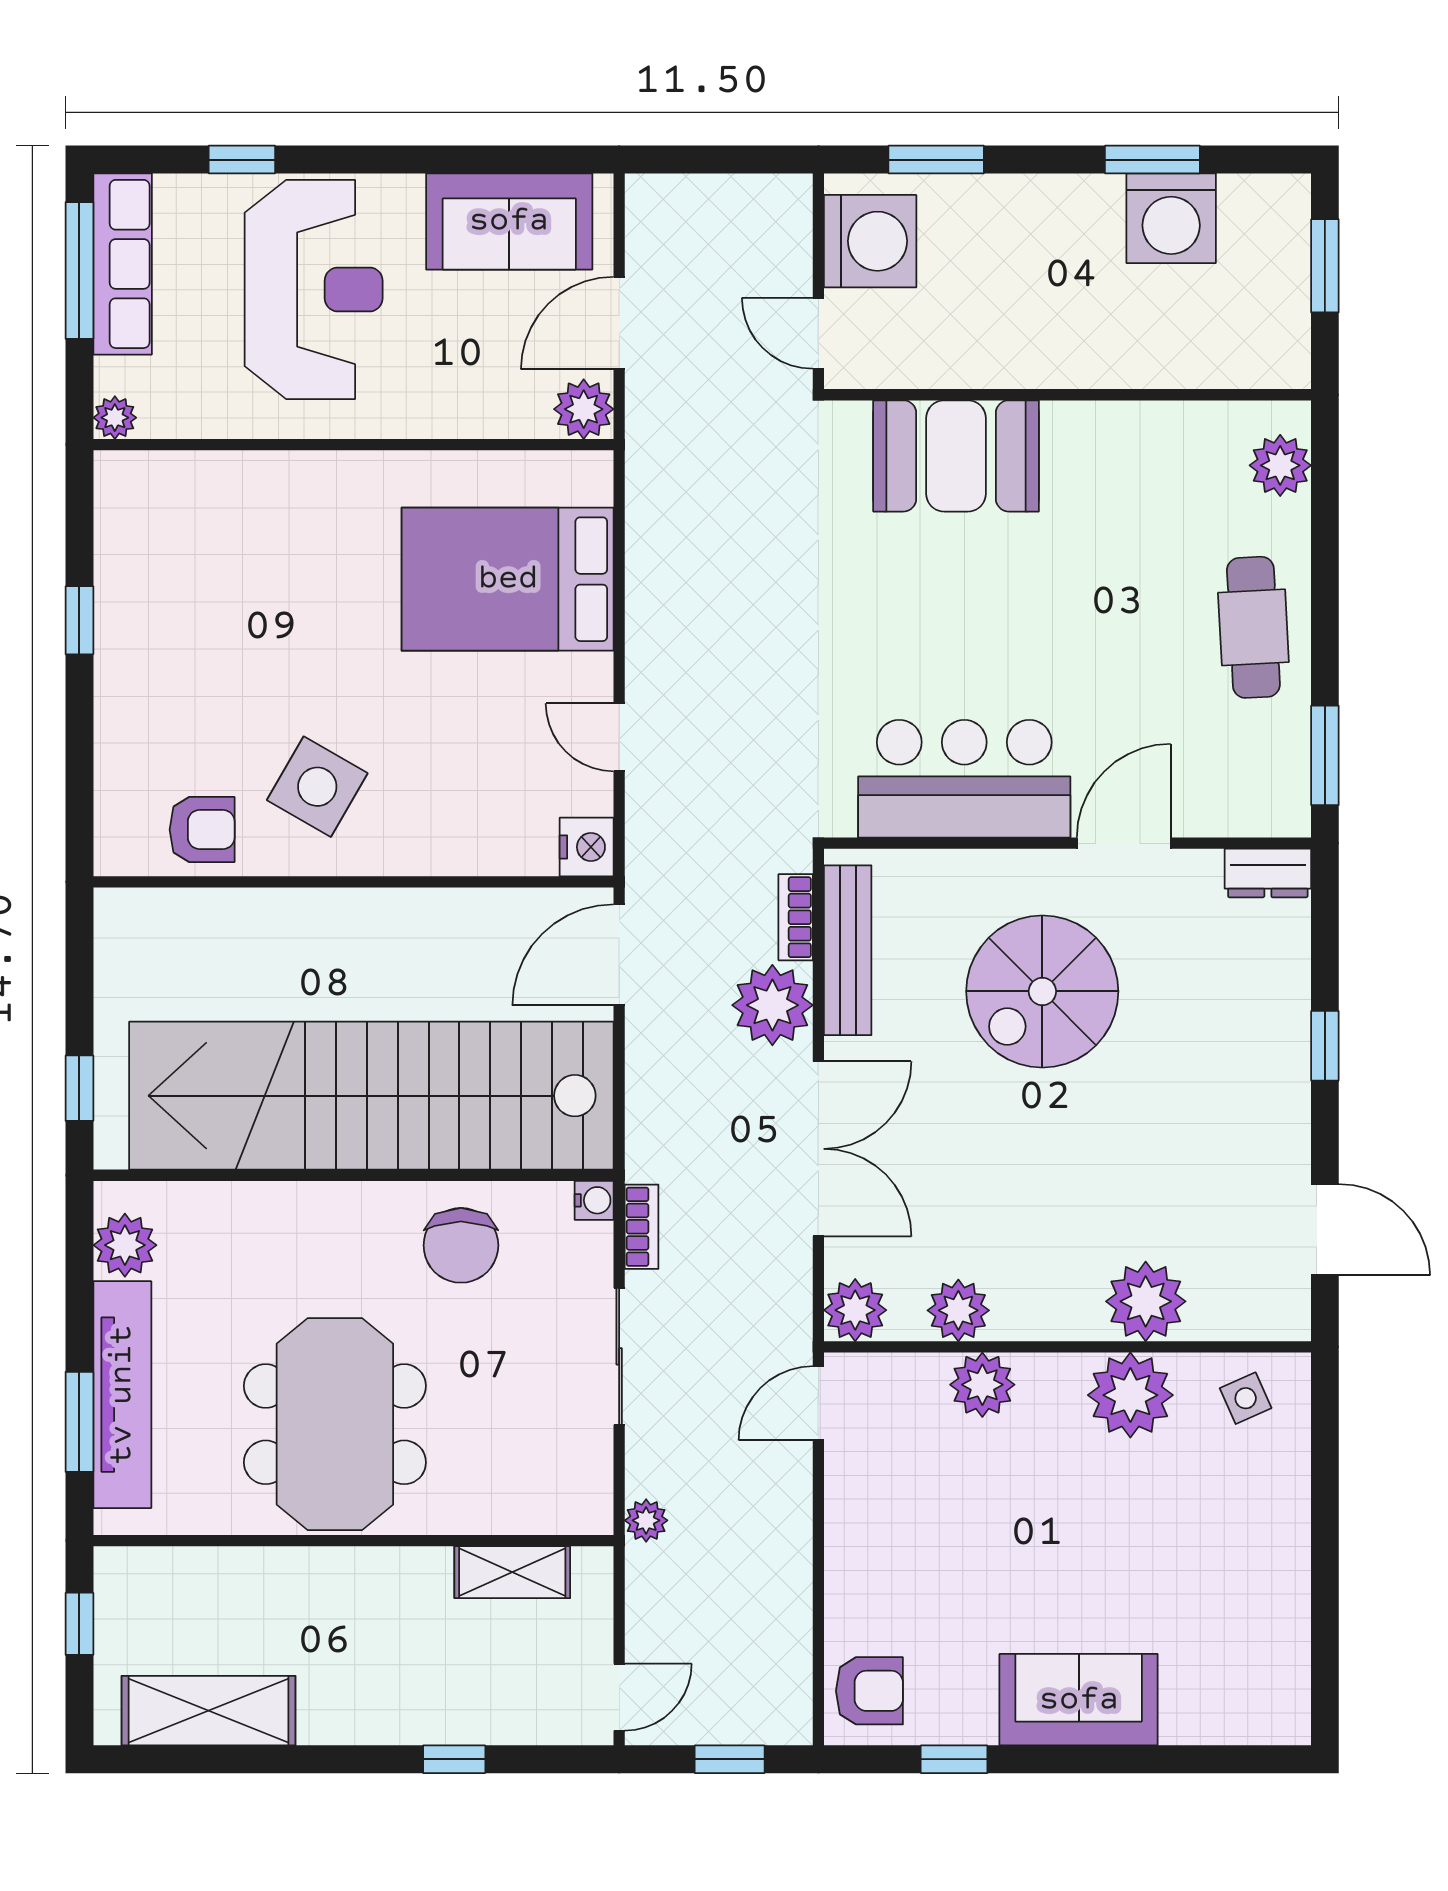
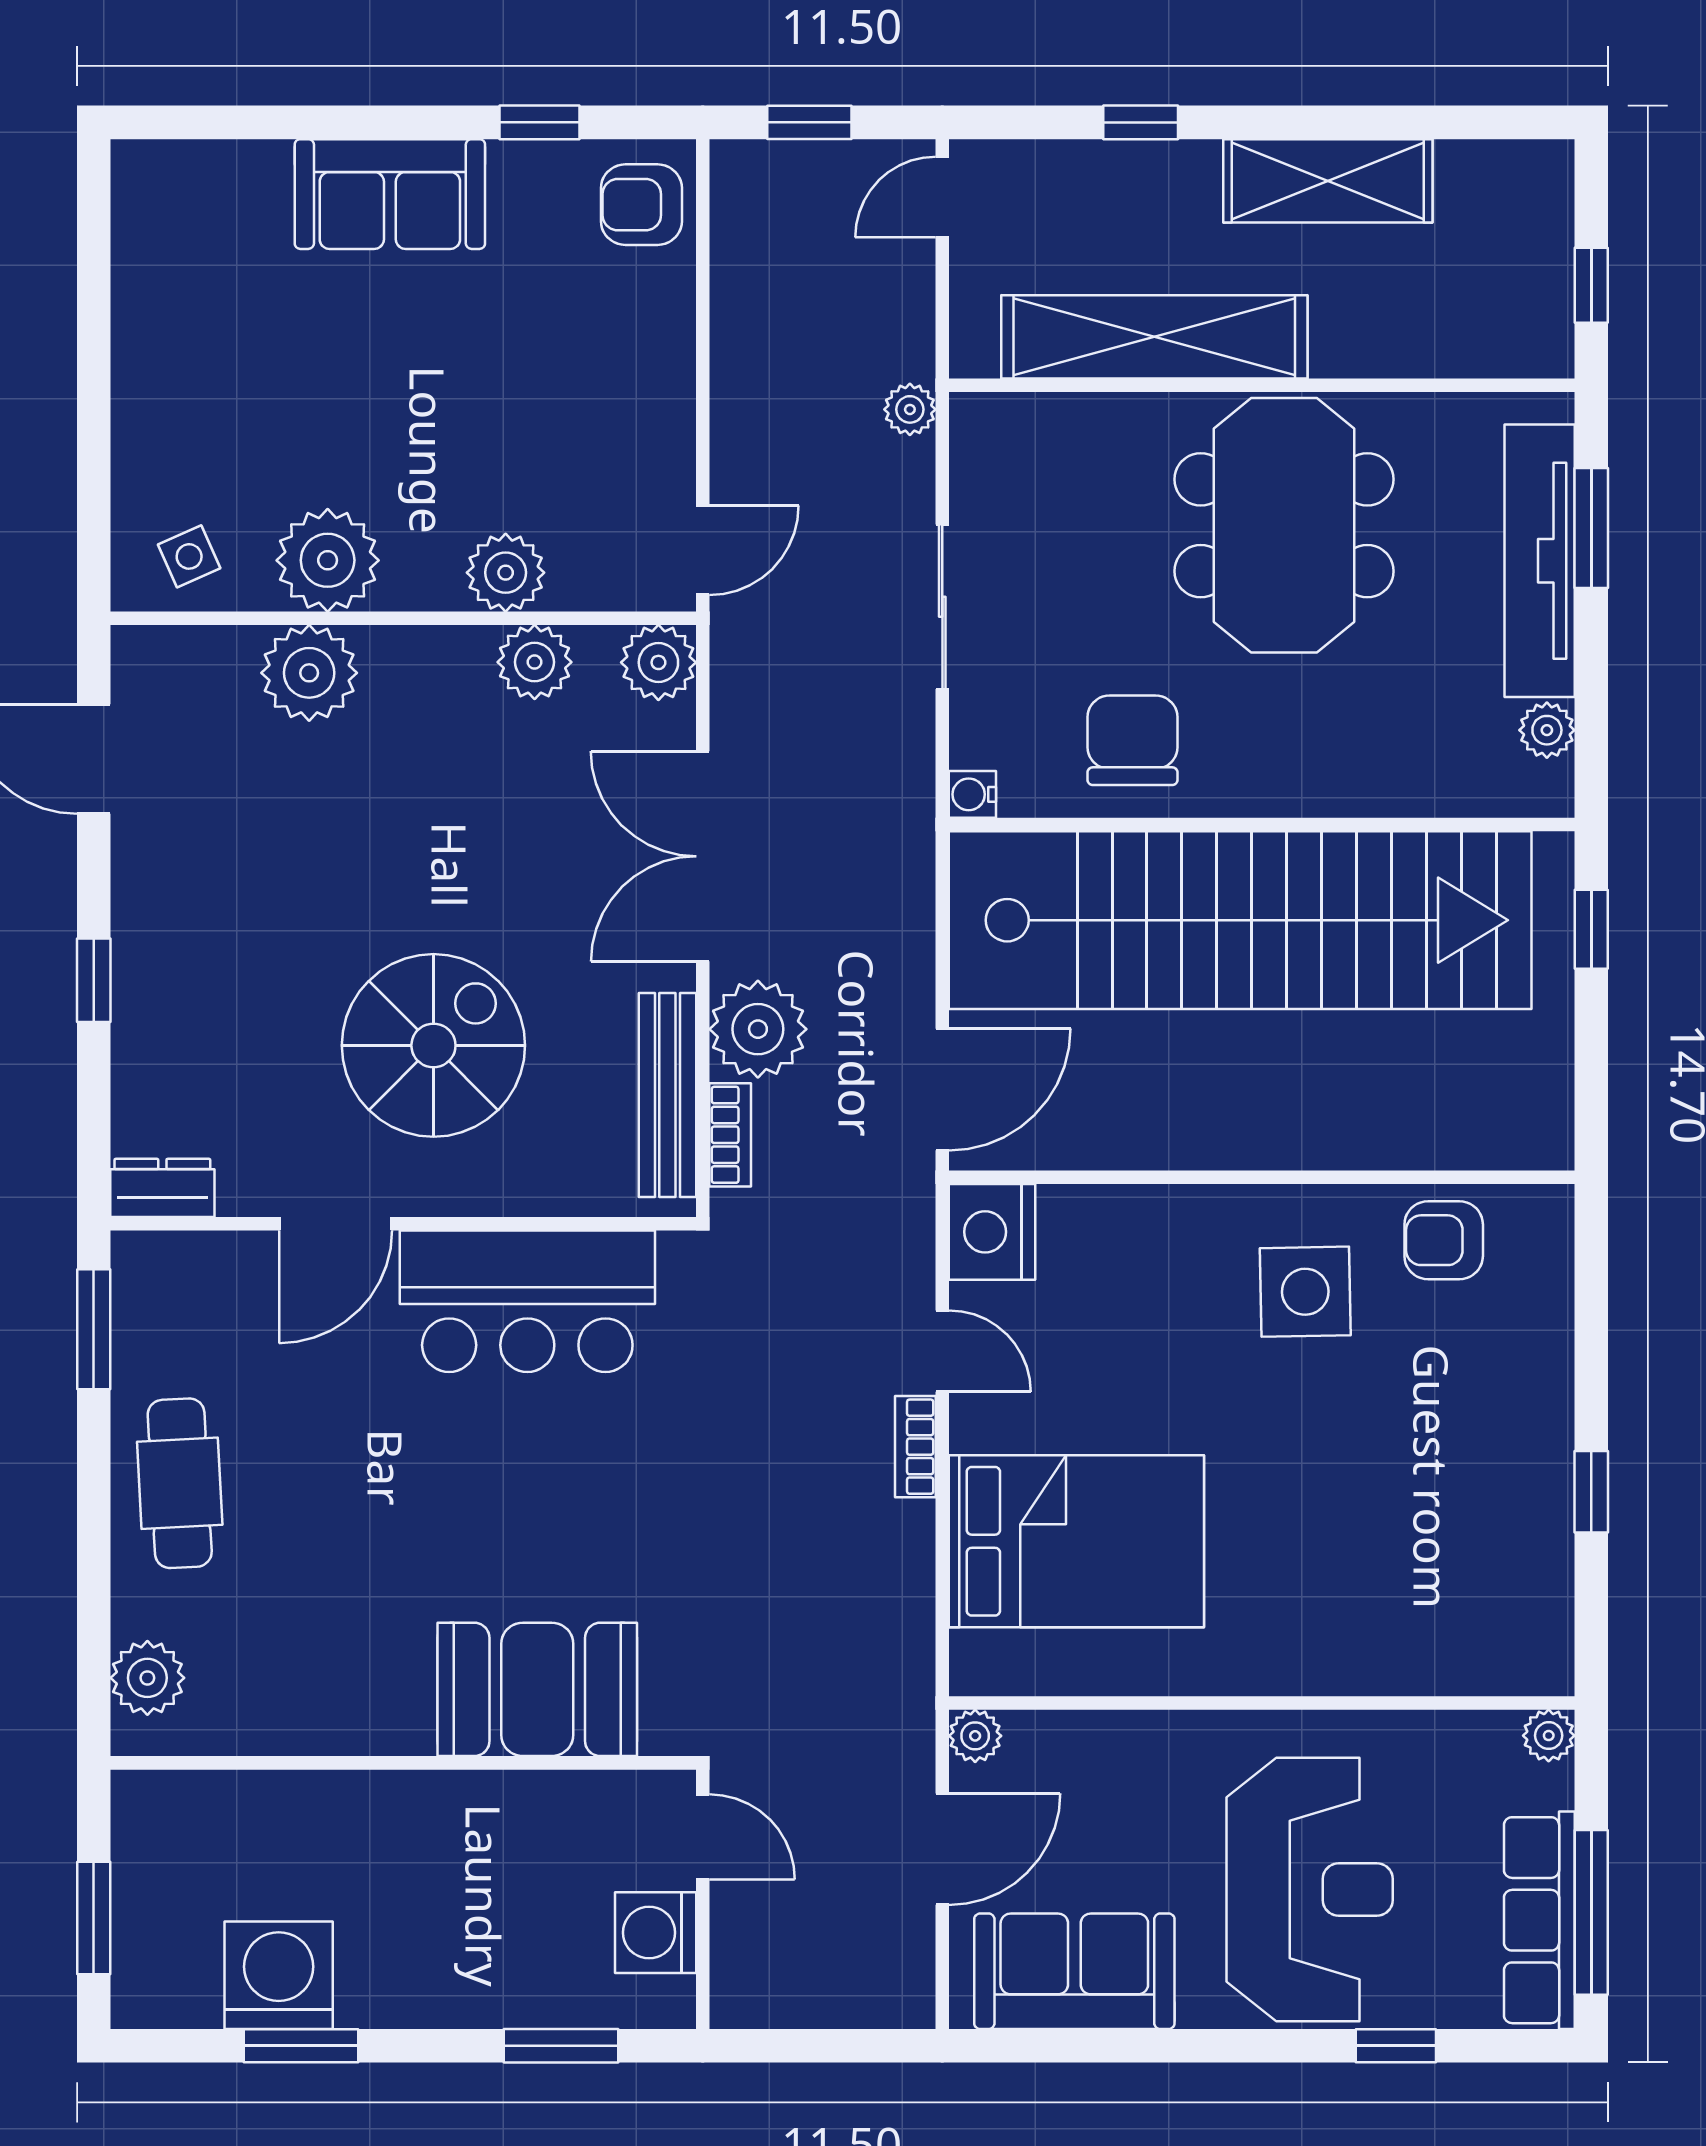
washing machine: (870, 241) -> (656, 1933), width x0.73, depth x0.73
reception desk: (314, 289) -> (1310, 1890), turned 180
plant: (584, 409) -> (975, 1736), width x0.73, depth x0.73
side table: (317, 787) -> (1305, 1292), turned -31
nightstand: (587, 847) -> (992, 1232), width x1.36, depth x1.33
bookcase: (642, 1227) -> (915, 1447), moved
plant: (125, 1245) -> (1547, 730), width x0.73, depth x0.73
shelving: (512, 1572) -> (1154, 337), width x2.20, depth x1.33
shelving: (208, 1711) -> (1328, 181), moved

